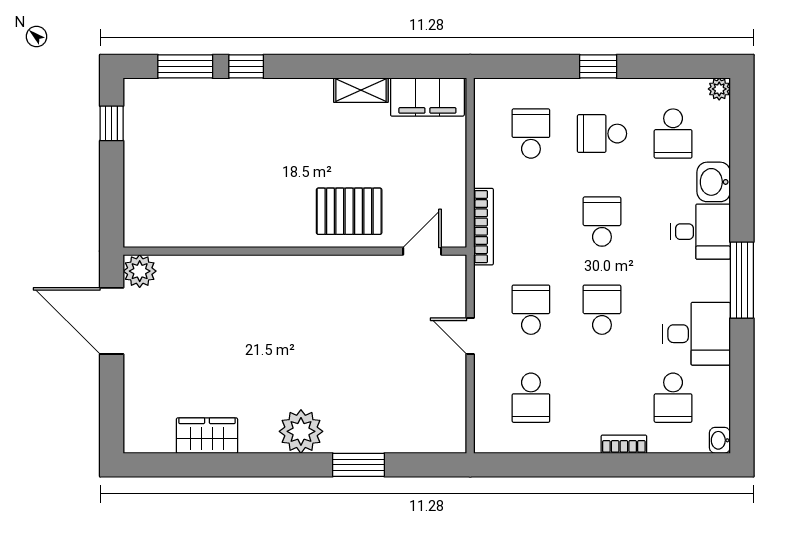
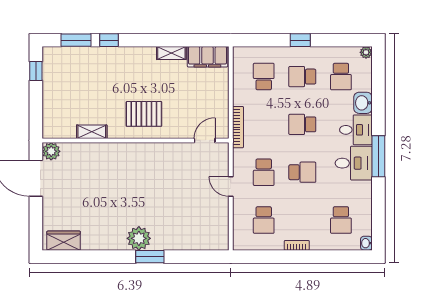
pallet: (349, 211) -> (144, 114), moved
school desk: (602, 222) -> (302, 124), turned -90
shelving: (214, 235) -> (92, 132), added
school desk: (531, 310) -> (264, 172), turned 180
school desk: (602, 310) -> (302, 172), turned 90
desk: (696, 334) -> (354, 163), moved
wardrobe: (207, 436) -> (64, 241), moved
bookcase: (624, 444) -> (297, 245), moved
window: (358, 465) -> (150, 257), moved

